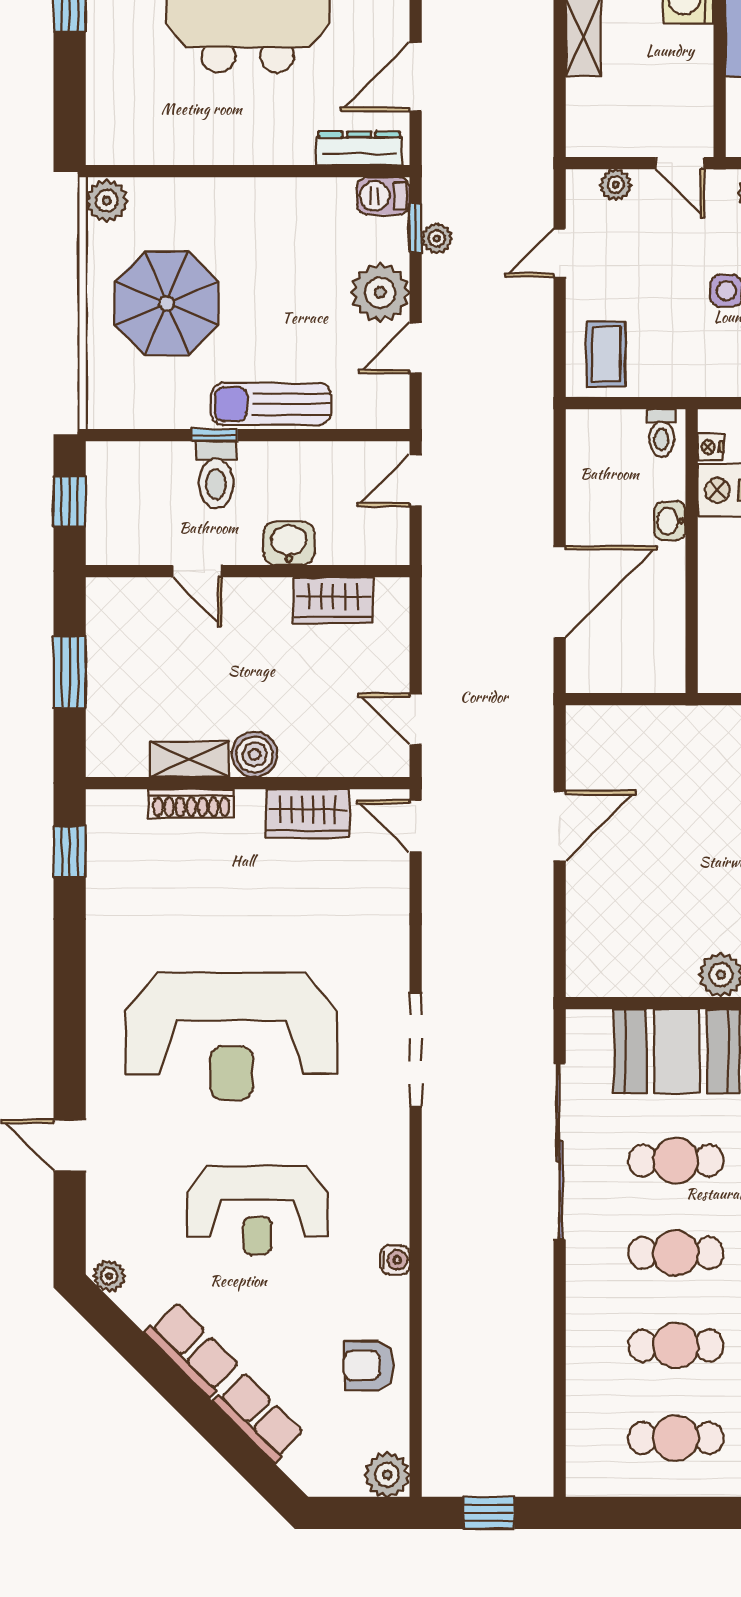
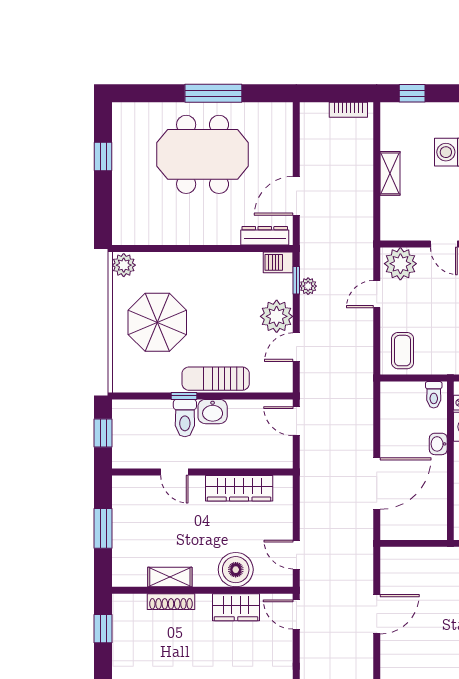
plant: (616, 185) -> (400, 264), width x1.87, depth x1.87
door: (416, 480) -> (296, 421), hinge flipped
washbasin: (289, 543) -> (213, 412), moved, turned 180
wardrobe: (333, 600) -> (239, 488), width x1.50
boiler: (254, 754) -> (236, 570), moved, width x1.37, depth x1.37

